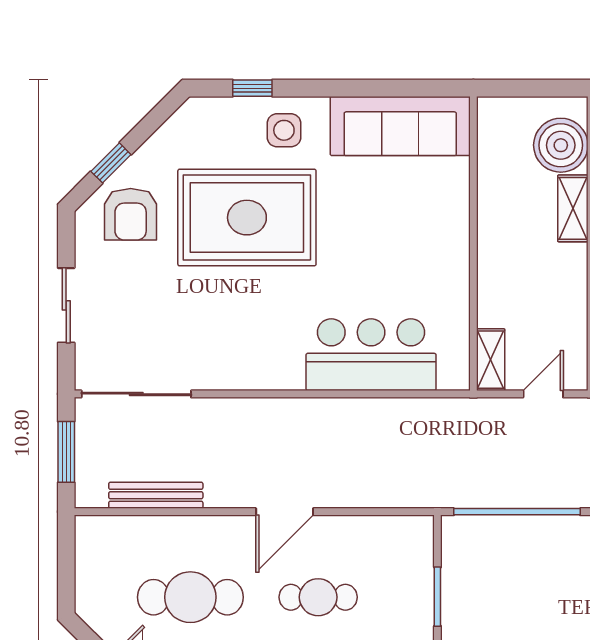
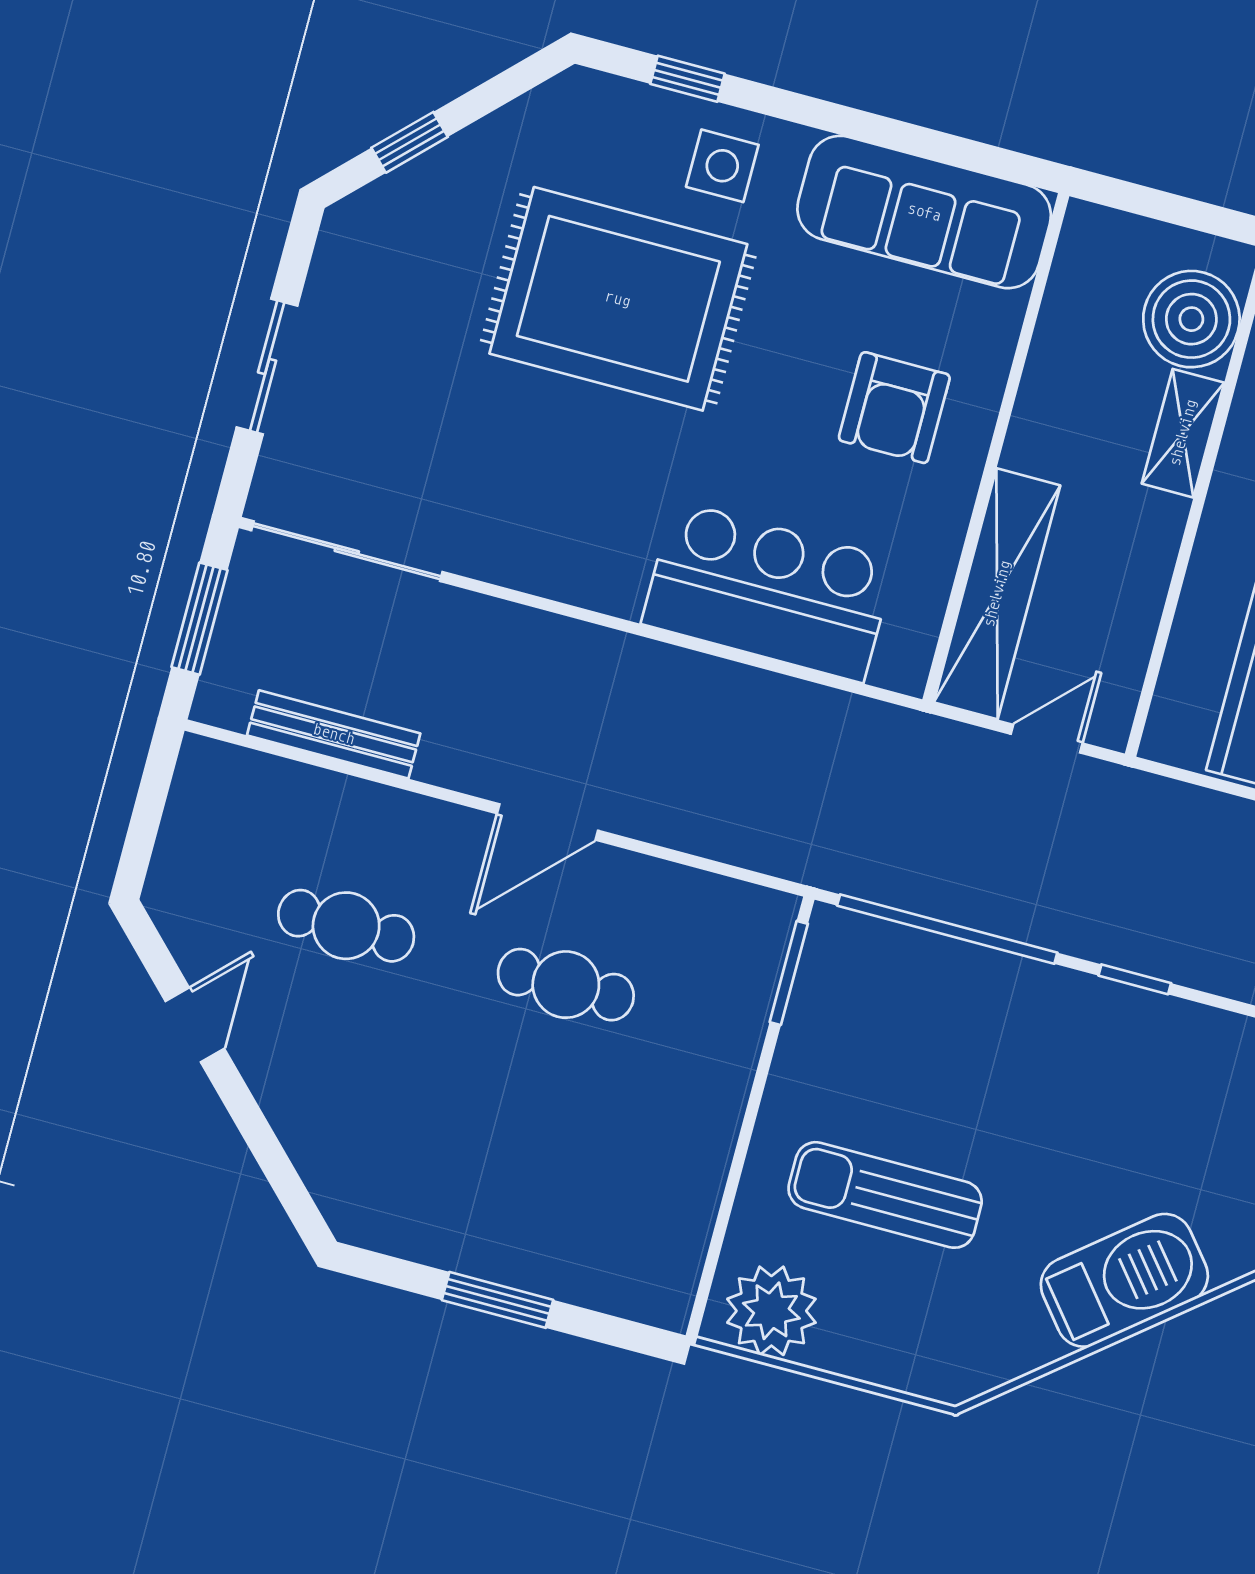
armchair: (131, 214) -> (894, 408), moved
shelving: (491, 360) -> (997, 594), width x2.20, depth x1.33
cafe table: (190, 597) -> (346, 926), width x0.73, depth x0.74
window: (437, 597) -> (789, 973), moved

